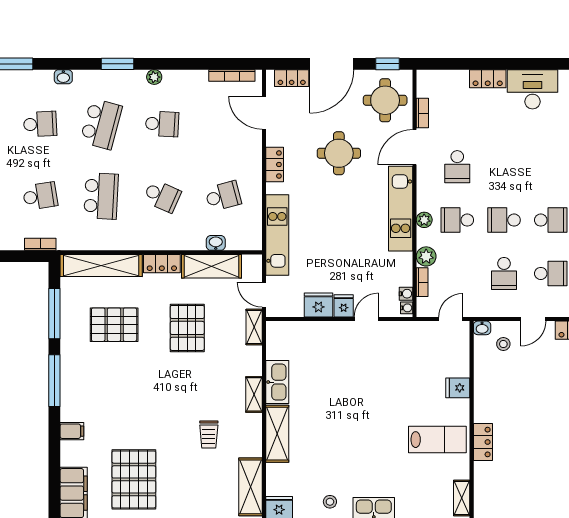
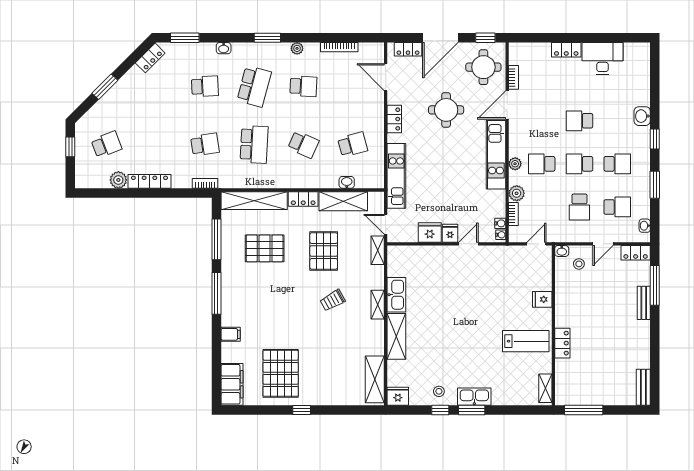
bookcase: (232, 75) -> (339, 47), moved
school desk: (457, 167) -> (579, 121), moved, turned 90
trolley: (209, 435) -> (333, 300), moved, turned 61

